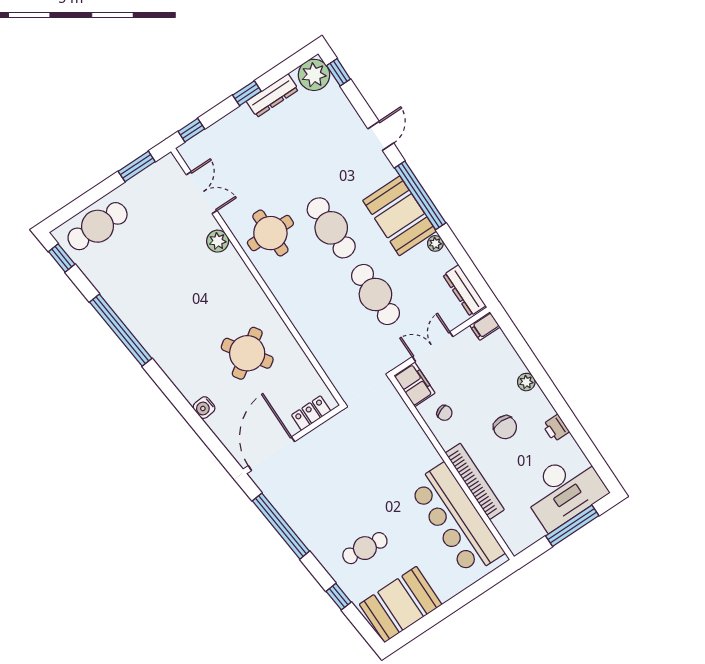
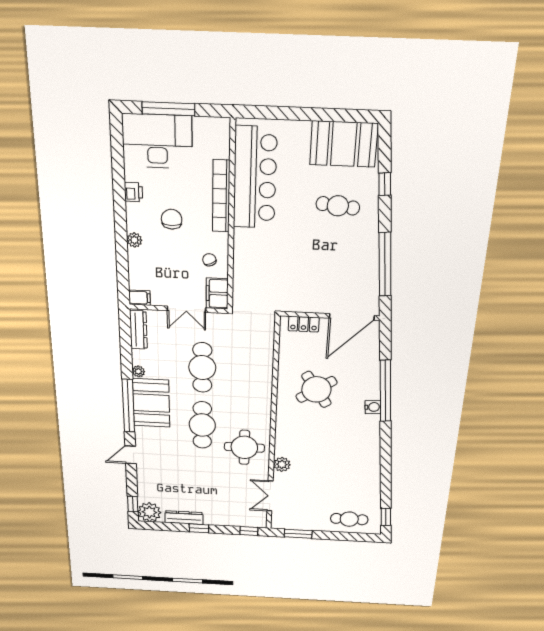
cafe table: (98, 226) -> (349, 519), width x0.73, depth x0.74
window: (121, 330) -> (385, 391), moved
water cooler: (204, 408) -> (373, 407), moved

